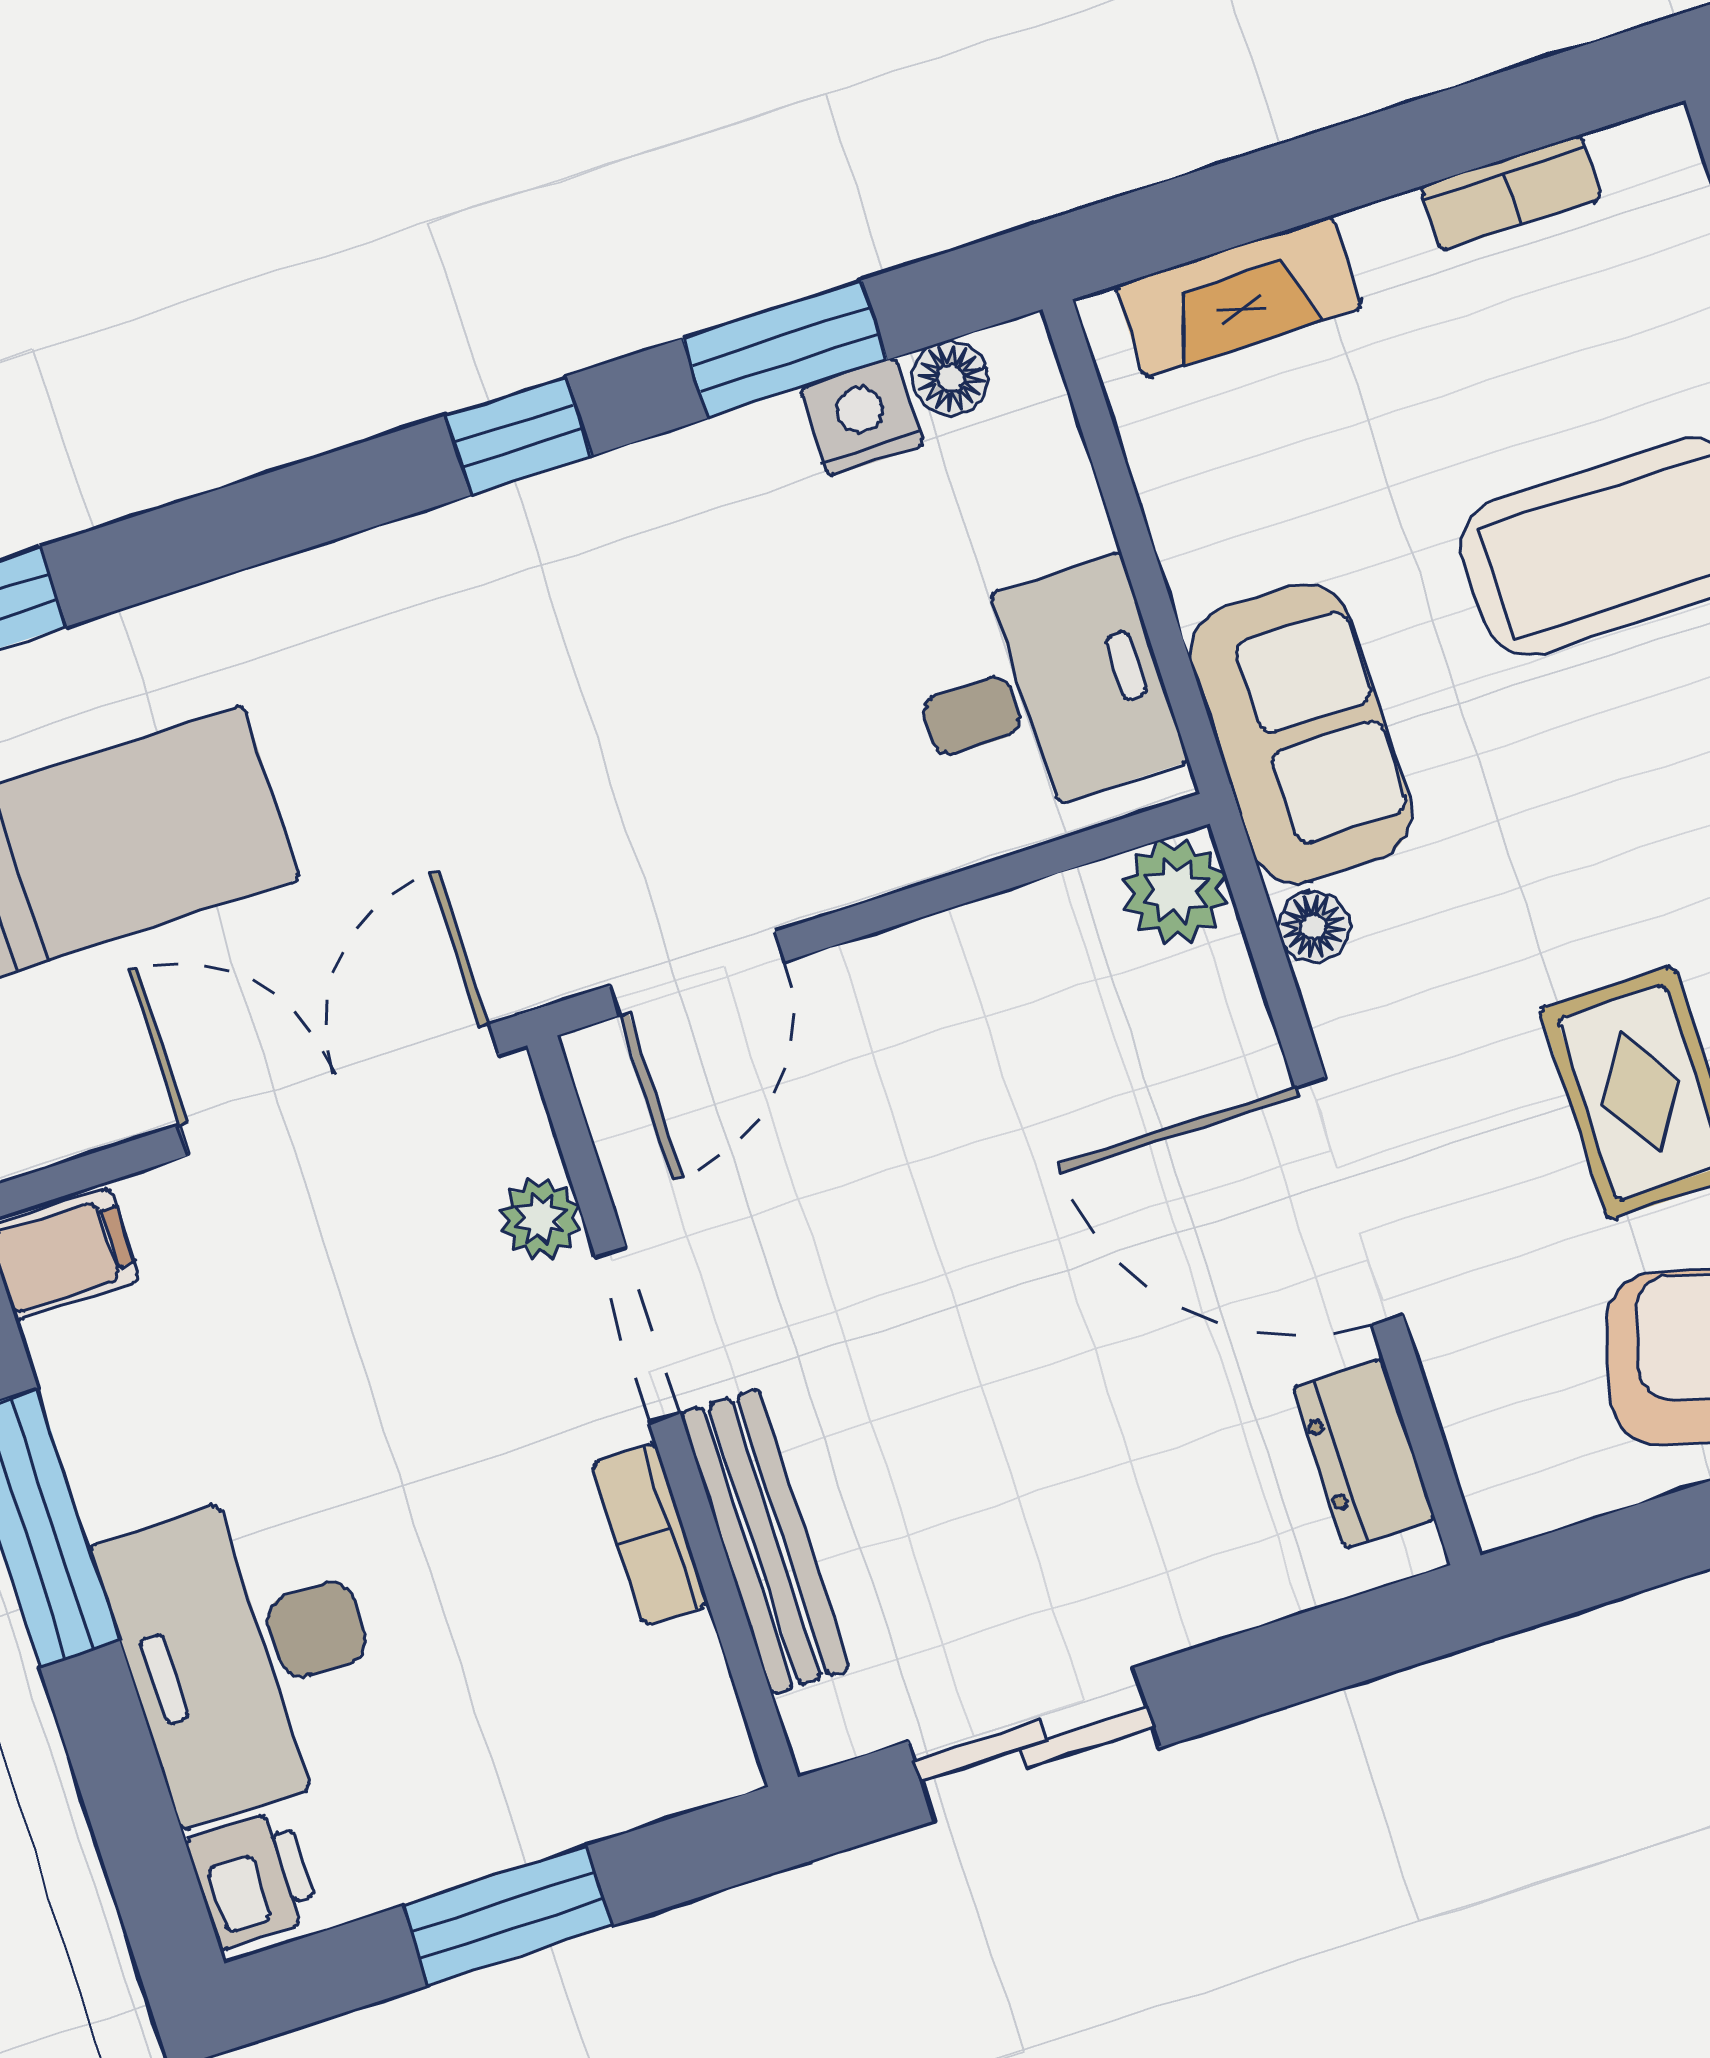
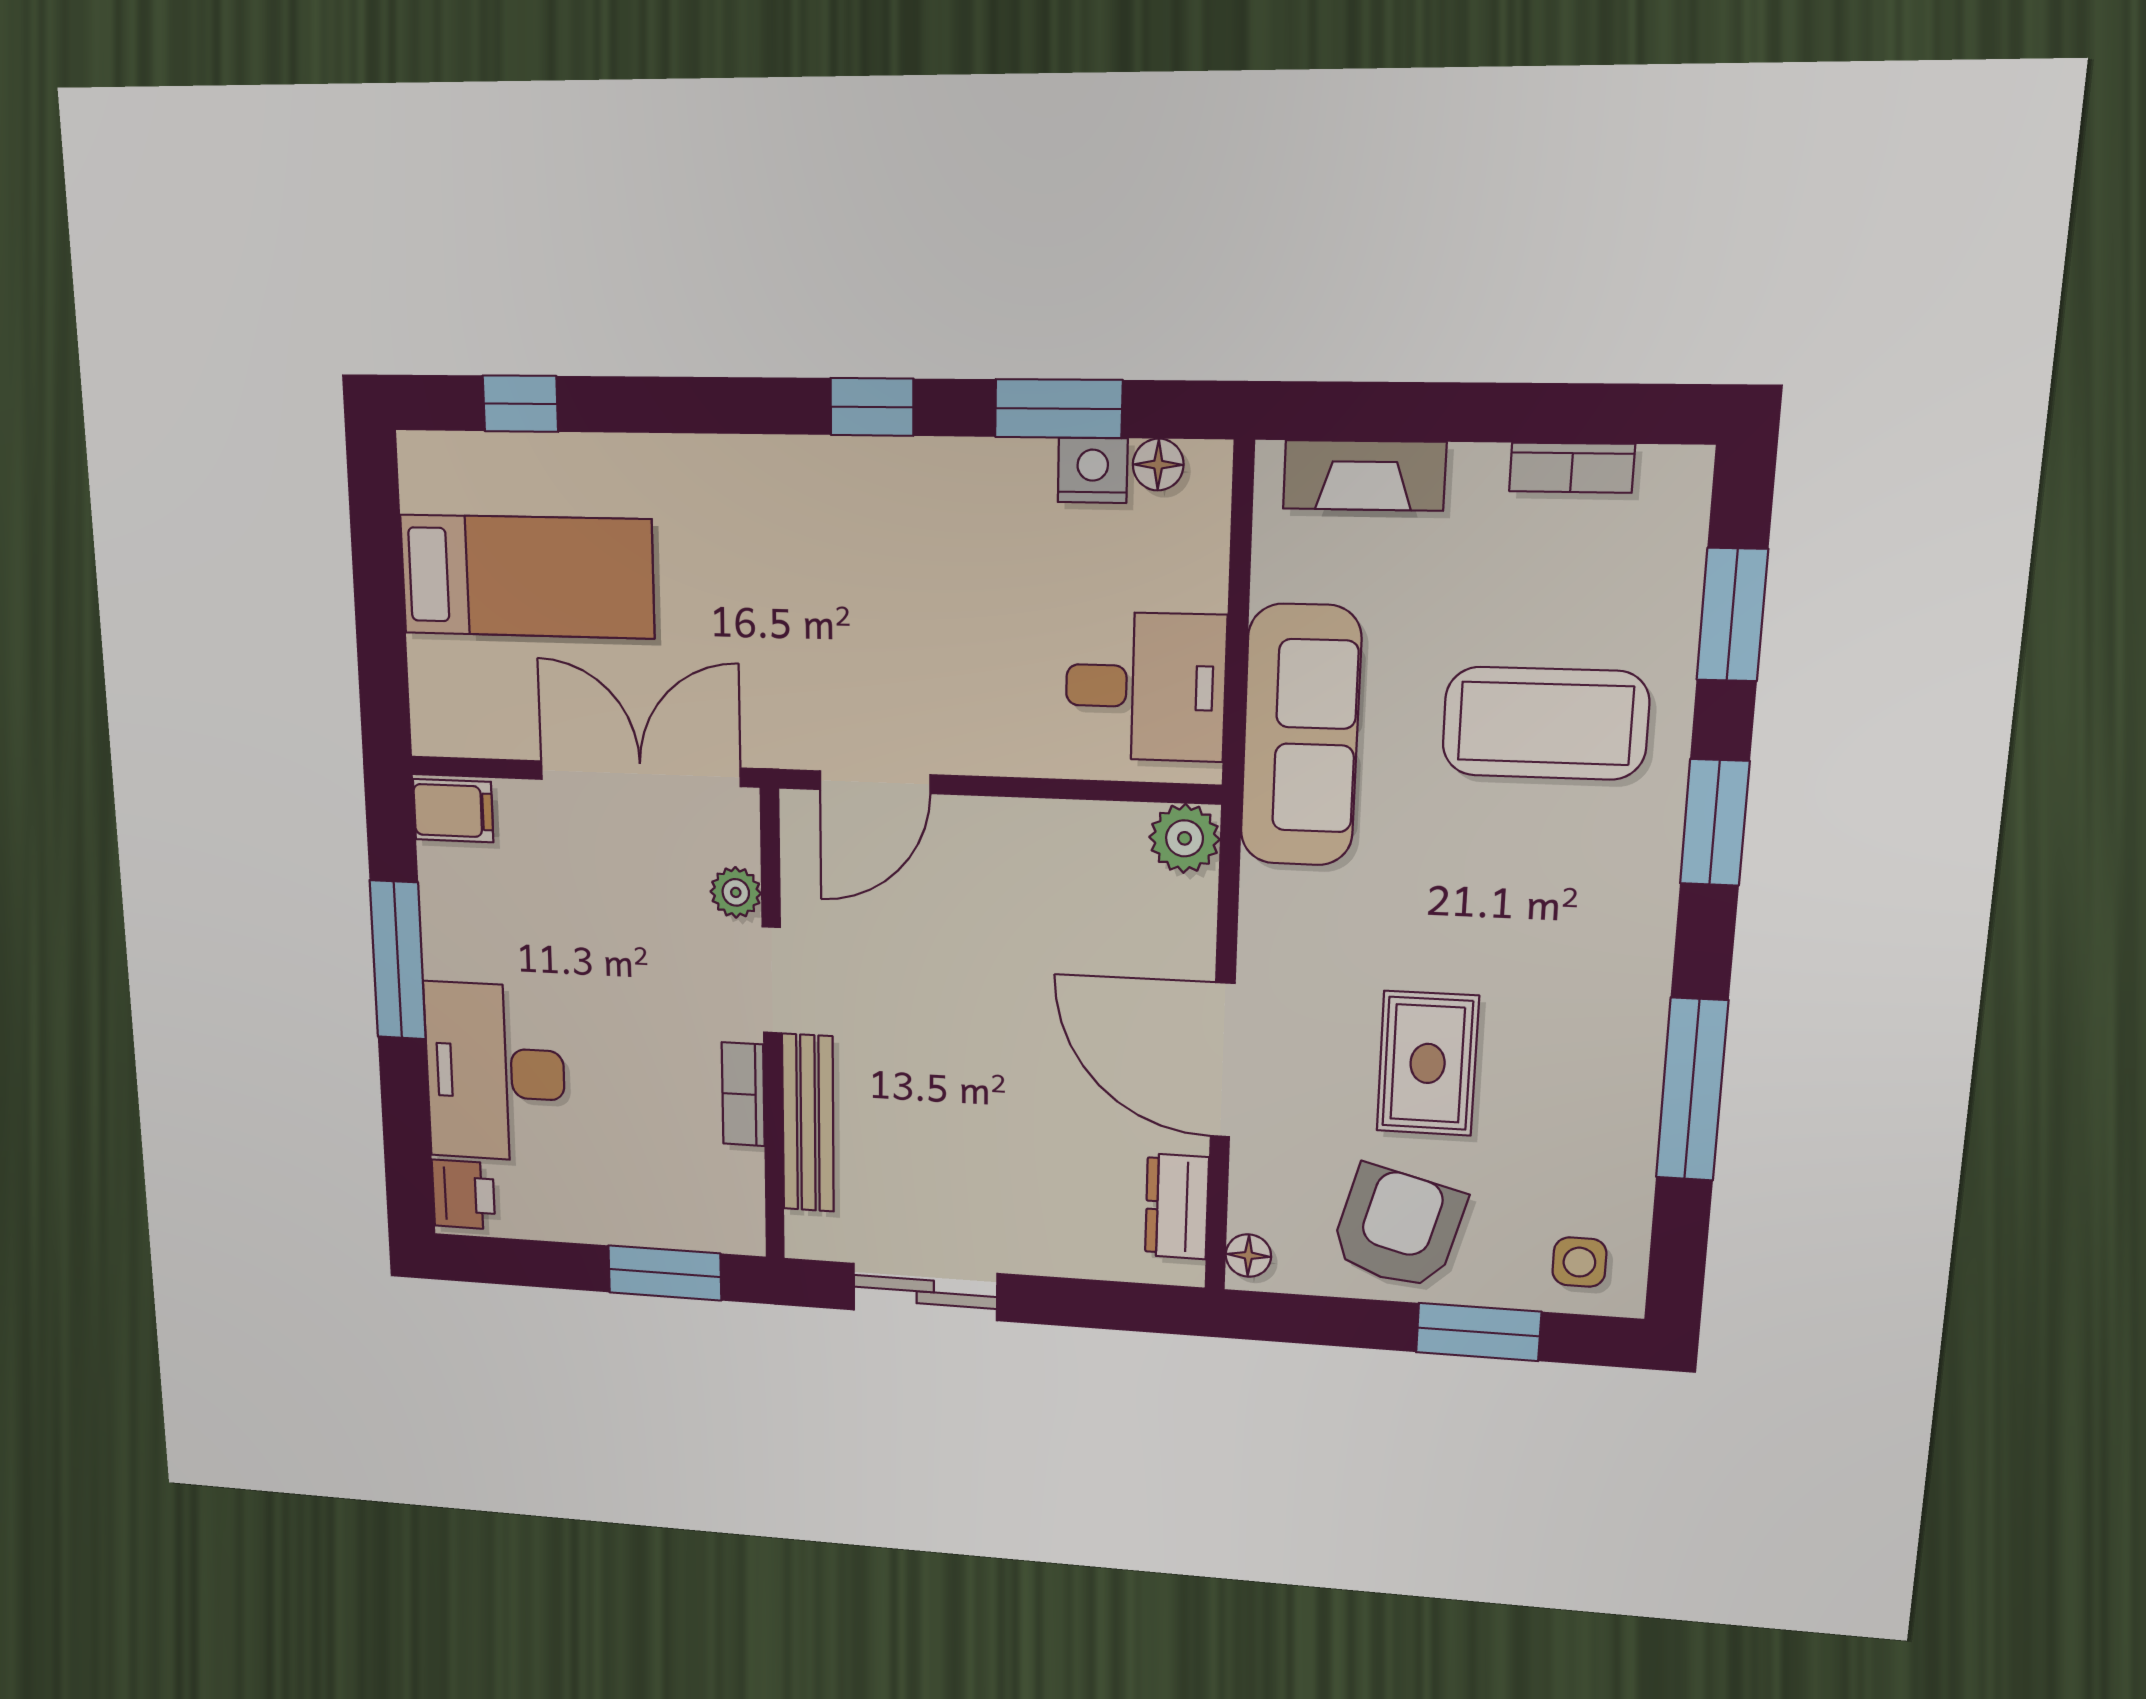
sofa: (1301, 734) -> (1301, 736), width x1.36
floor lamp: (1314, 927) -> (1248, 1255), moved
window: (507, 1916) -> (665, 1273), moved

